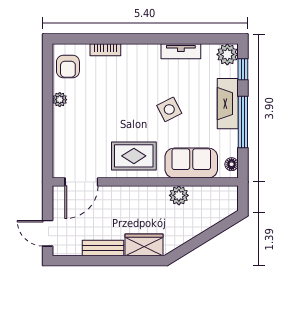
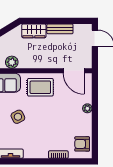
armchair: (68, 67) -> (82, 144), turned -90
plant: (60, 100) -> (87, 108), moved
door: (81, 182) -> (74, 71), swing flipped

